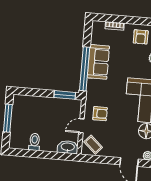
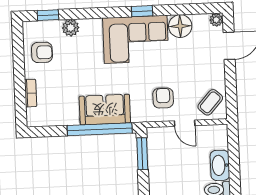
sofa: (98, 62) -> (105, 110), moved
washbasin: (68, 147) -> (220, 165), moved

